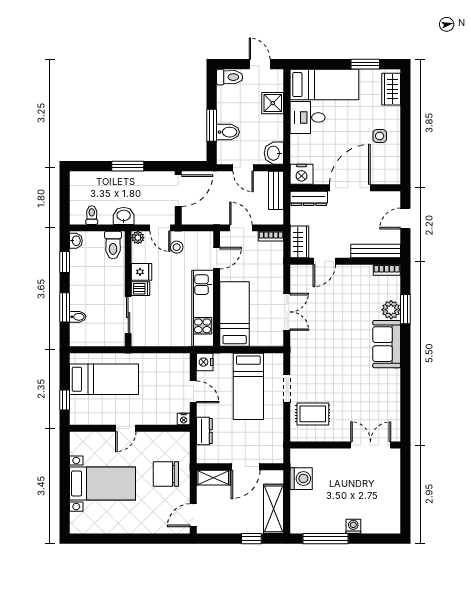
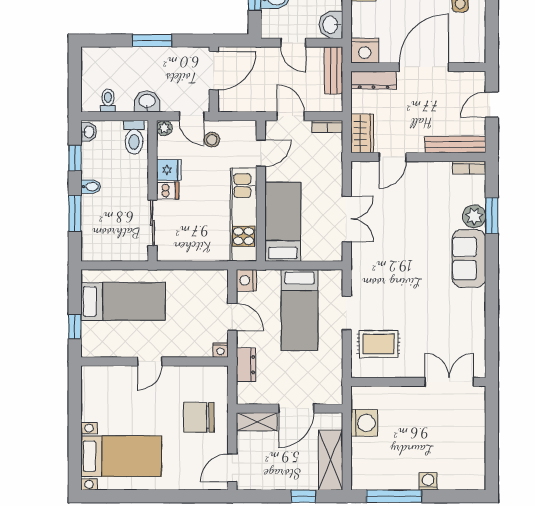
bidet: (78, 317) -> (91, 187), moved
bed with nightstands: (102, 484) -> (121, 456), moved

